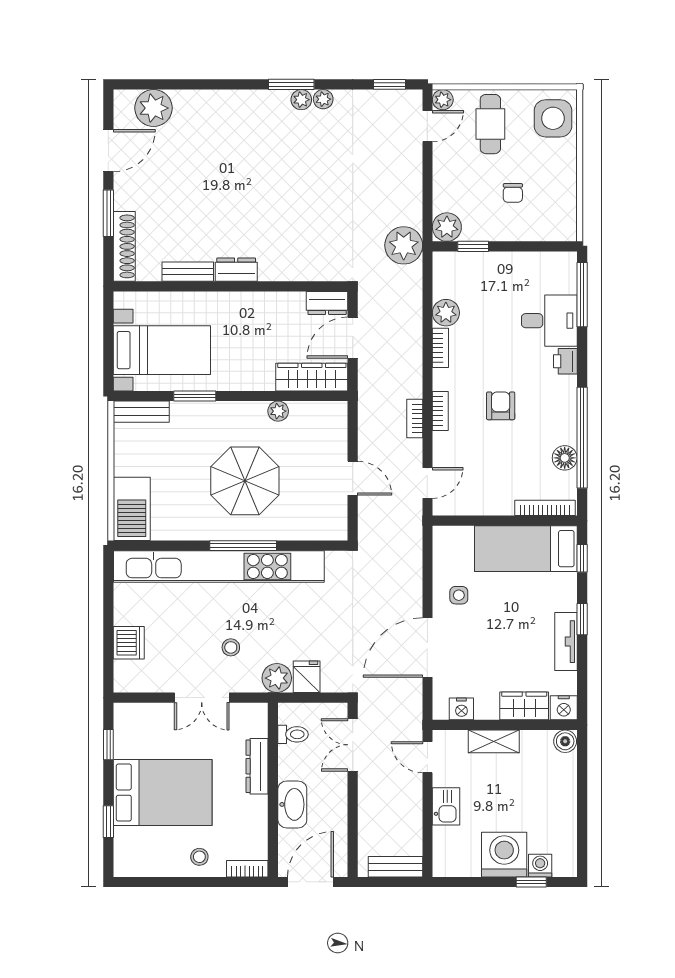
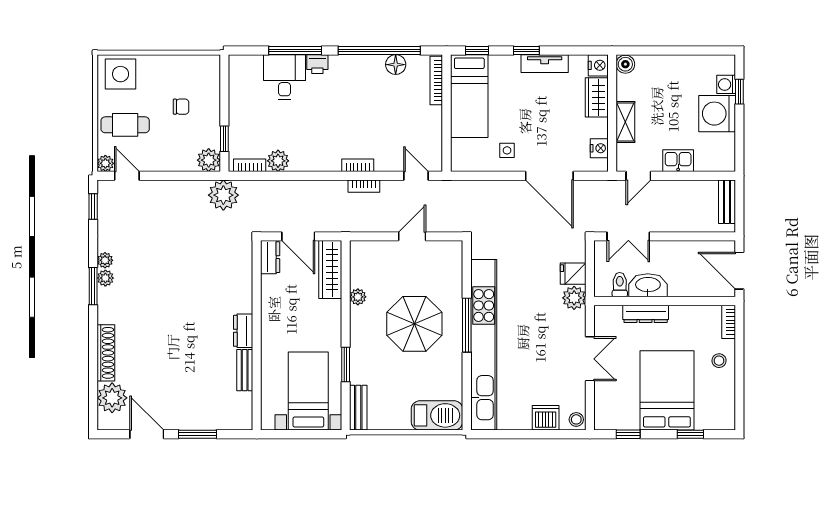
shoe rack: (124, 246) -> (106, 353), moved, turned 90
window: (582, 295) -> (295, 51), moved
bookcase: (440, 348) -> (250, 165), moved
armchair: (501, 406) -> (354, 116), removed
stool: (231, 647) -> (576, 419), moved
washbasin: (292, 804) -> (648, 285), moved

